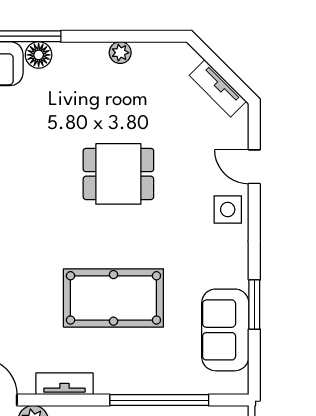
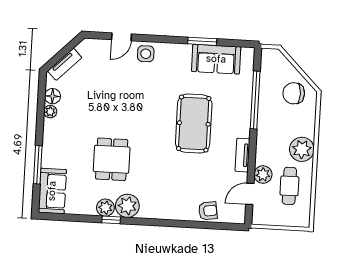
floor lamp: (39, 55) -> (53, 96), moved
tv unit: (218, 88) -> (65, 64), moved
dining table: (118, 174) -> (112, 159), moved

